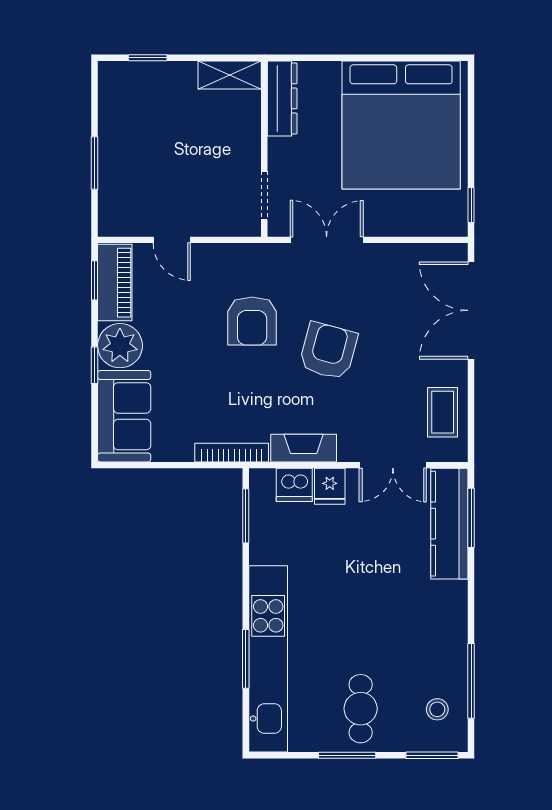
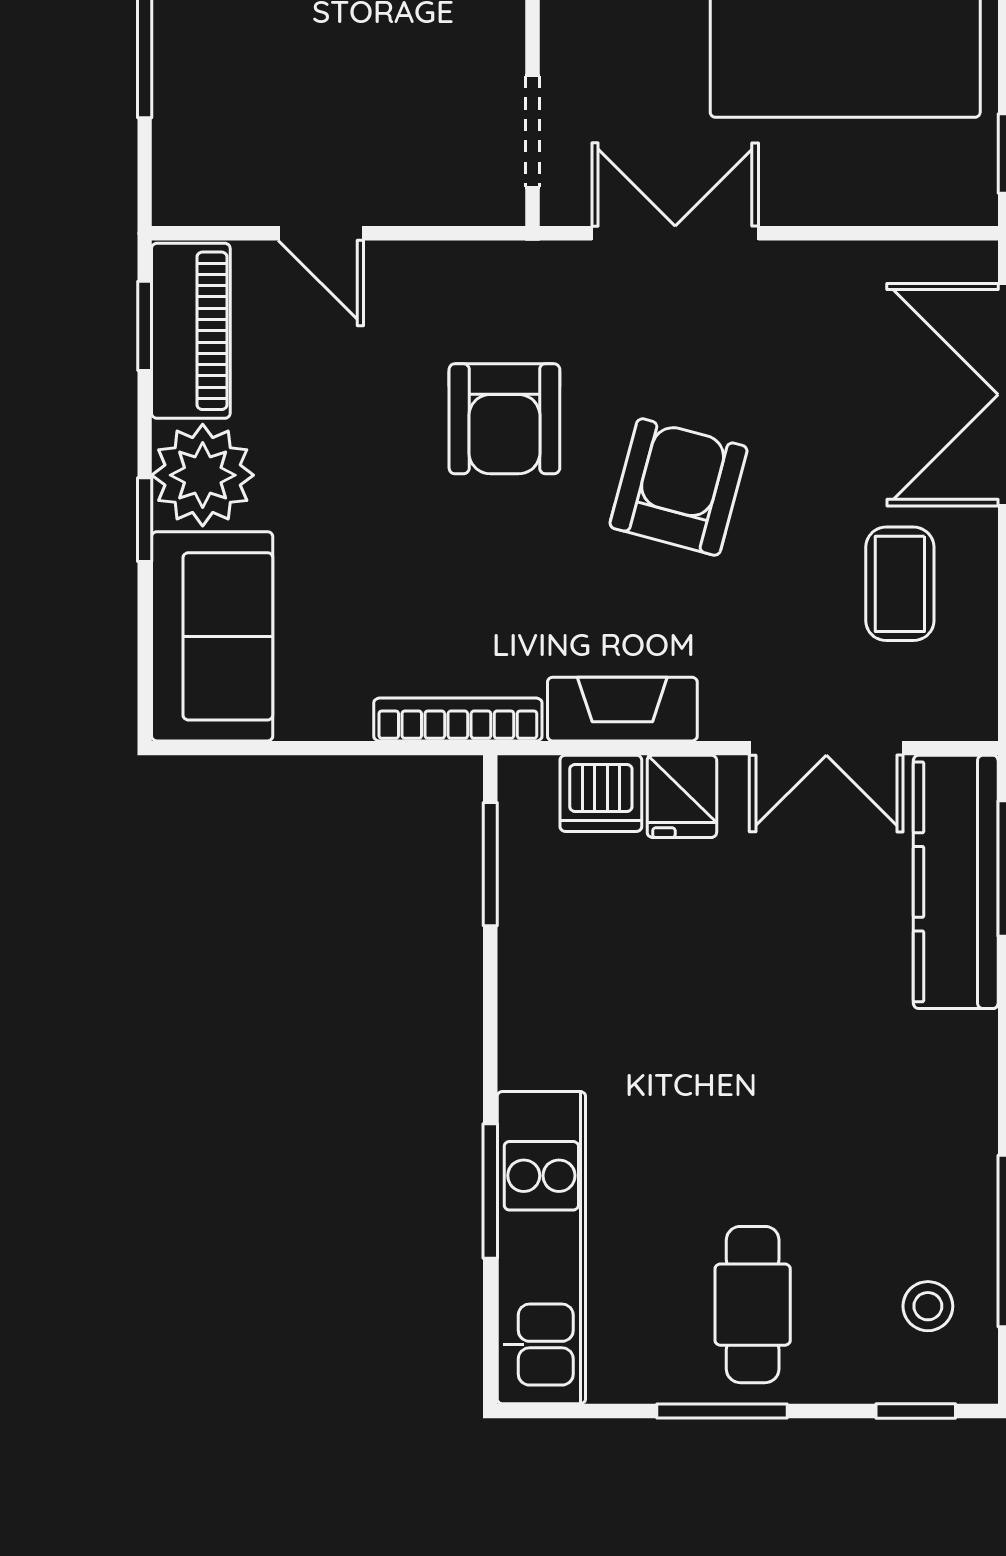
coffee table: (443, 412) -> (900, 584), moved
kitchen unit: (268, 659) -> (541, 1248), width x0.73
window: (432, 755) -> (916, 1411), width x0.67

